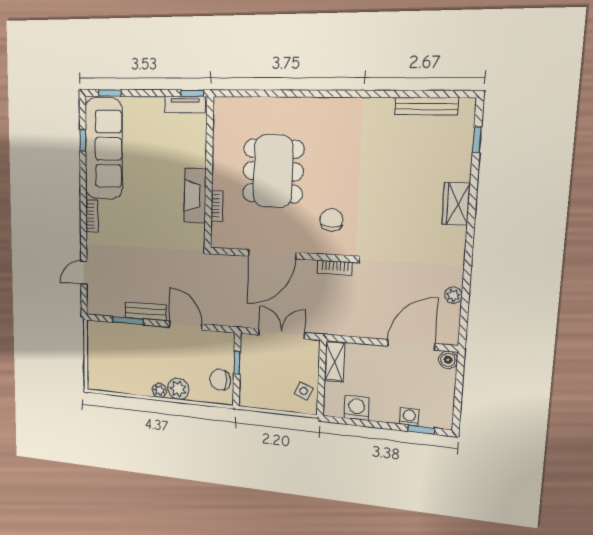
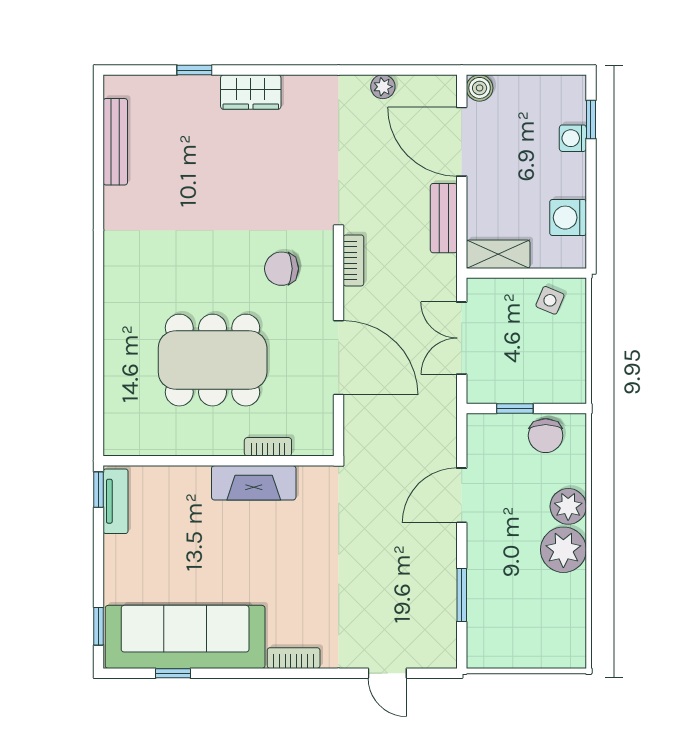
window: (477, 140) -> (194, 70), moved
bench: (146, 311) -> (444, 218), moved
plant: (159, 390) -> (563, 550), width x1.87, depth x1.87

